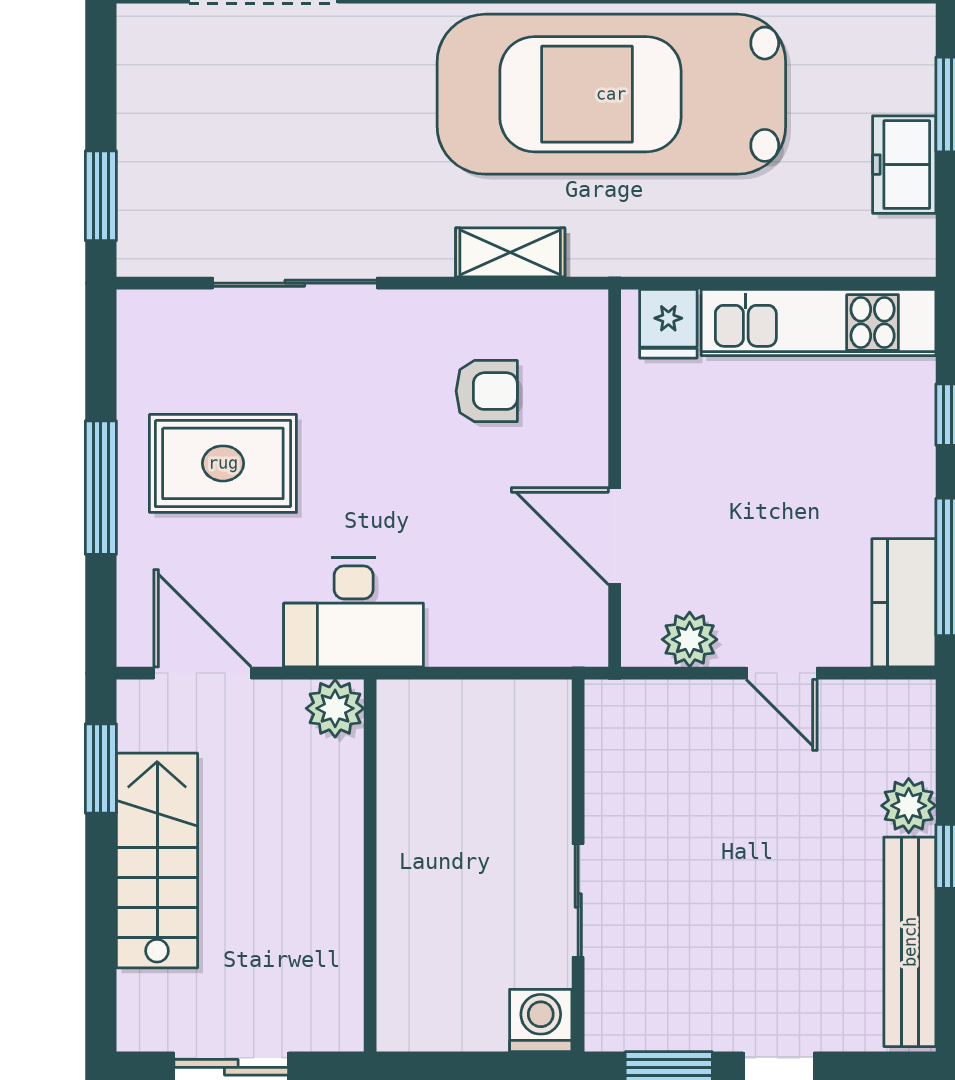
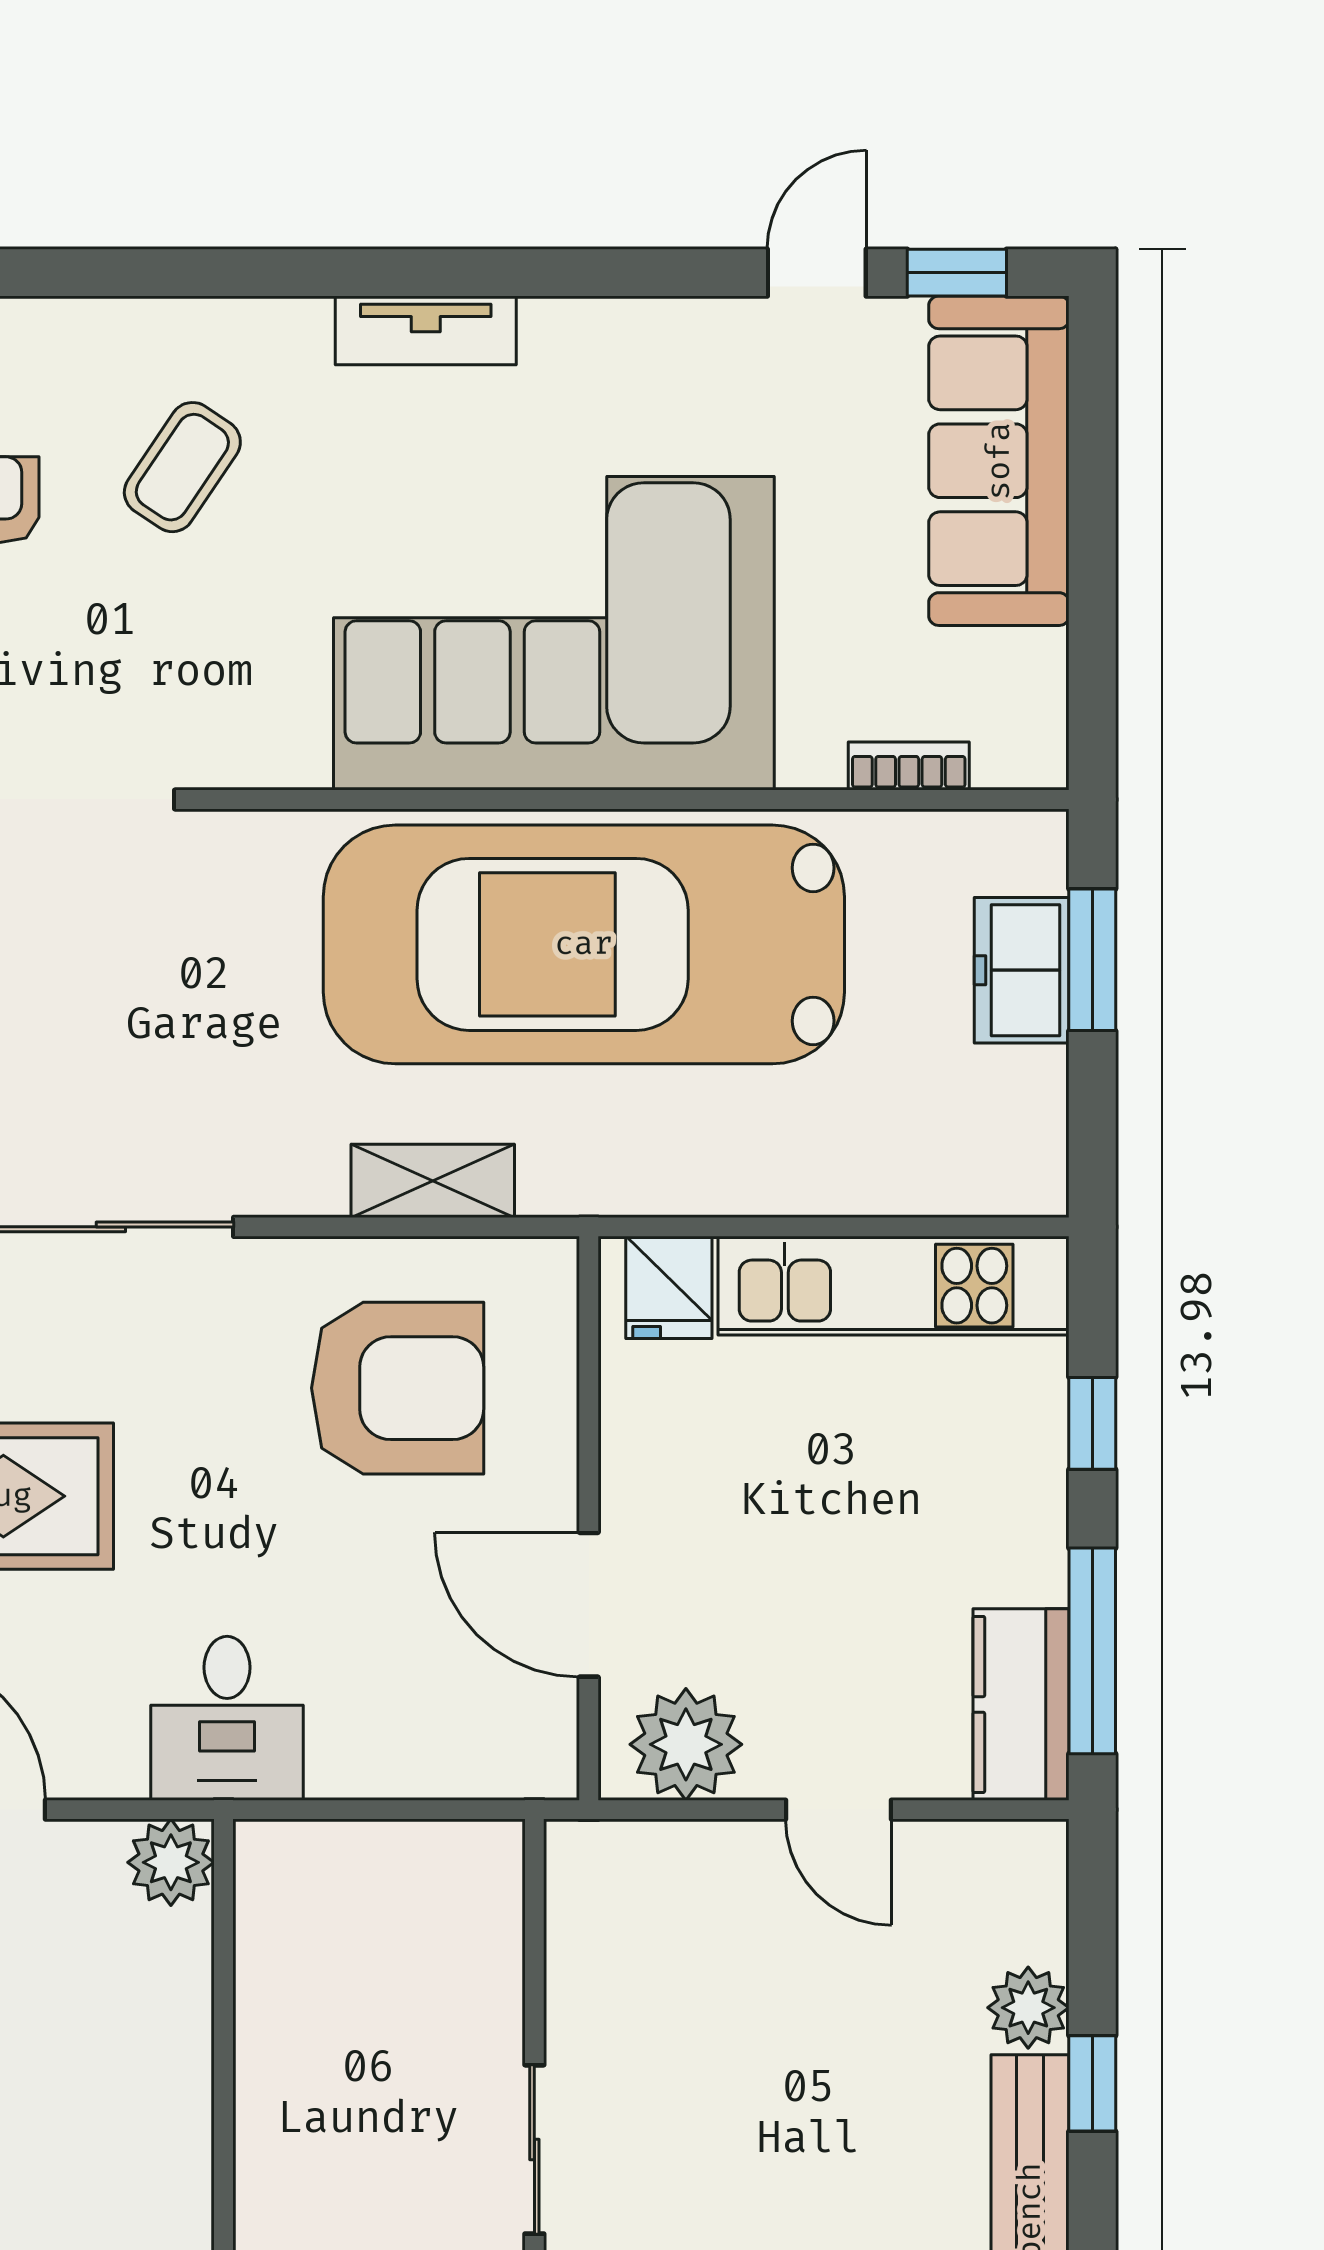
freezer: (904, 165) -> (1022, 970), moved
armchair: (487, 391) -> (398, 1388), width x1.88, depth x1.88
desk: (354, 612) -> (227, 1718), width x0.73
plant: (690, 639) -> (686, 1744), width x1.36, depth x1.36

